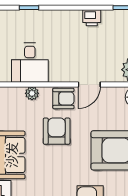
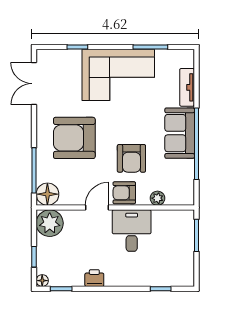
desk: (30, 63) -> (132, 231), moved

